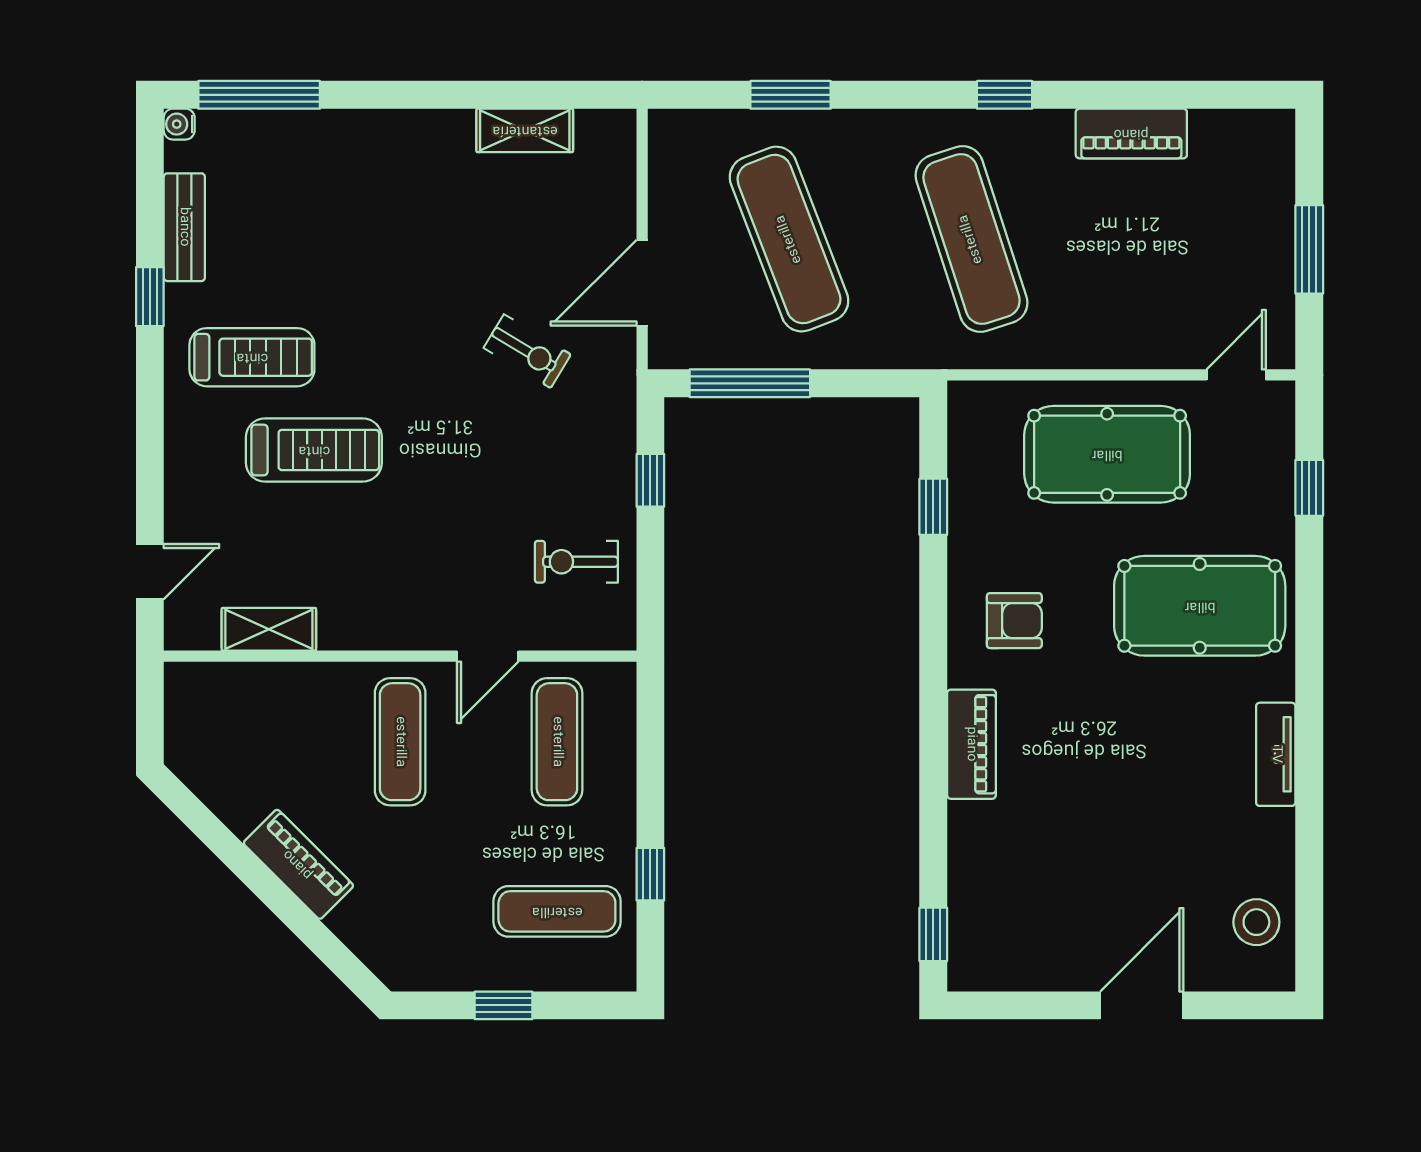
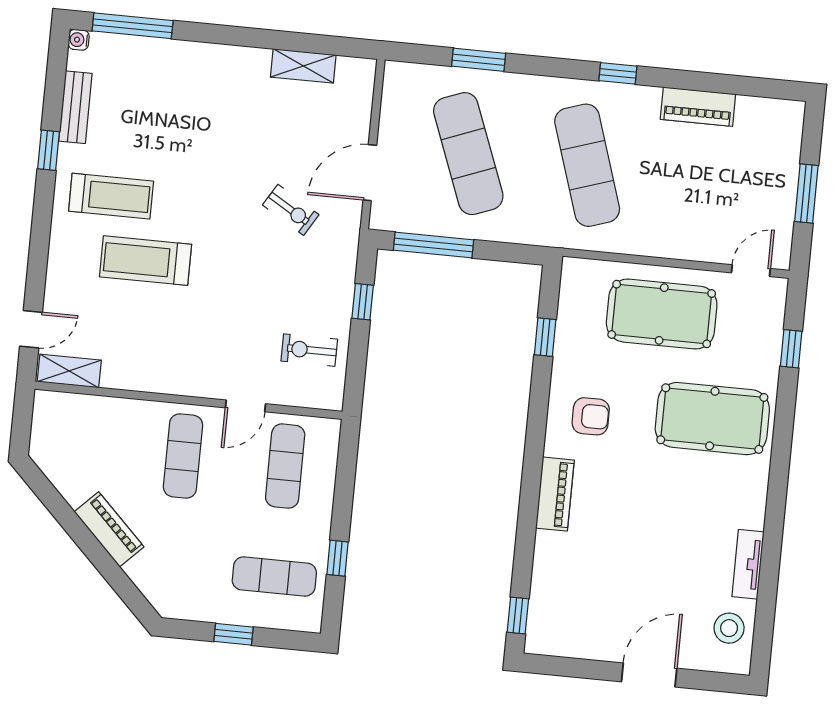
treadmill: (314, 450) -> (145, 261), turned 180
shelving: (269, 629) -> (69, 371), moved
tv unit: (1276, 754) -> (748, 564), moved

